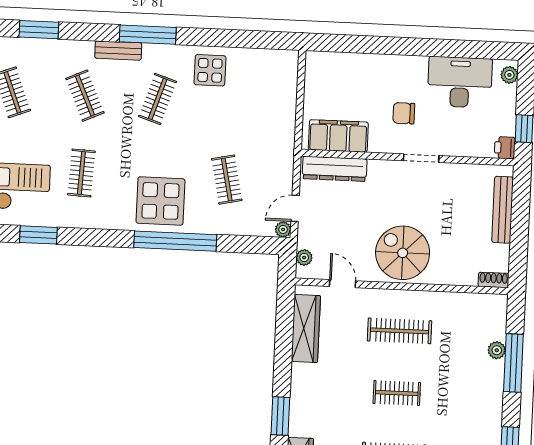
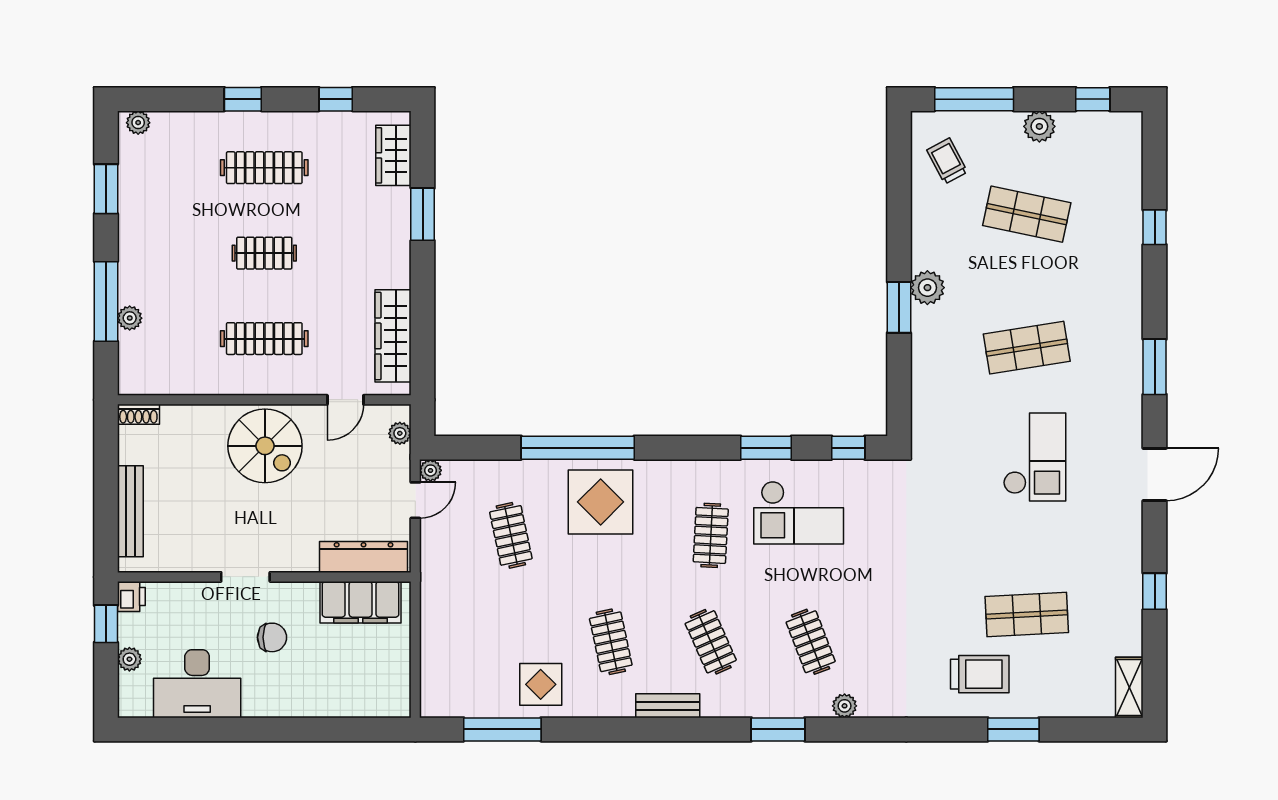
window: (148, 35) -> (502, 729), moved
plant: (509, 75) -> (129, 659), moved
clothes rail: (158, 99) -> (611, 642), turned -30
door: (343, 284) -> (345, 400), hinge flipped

